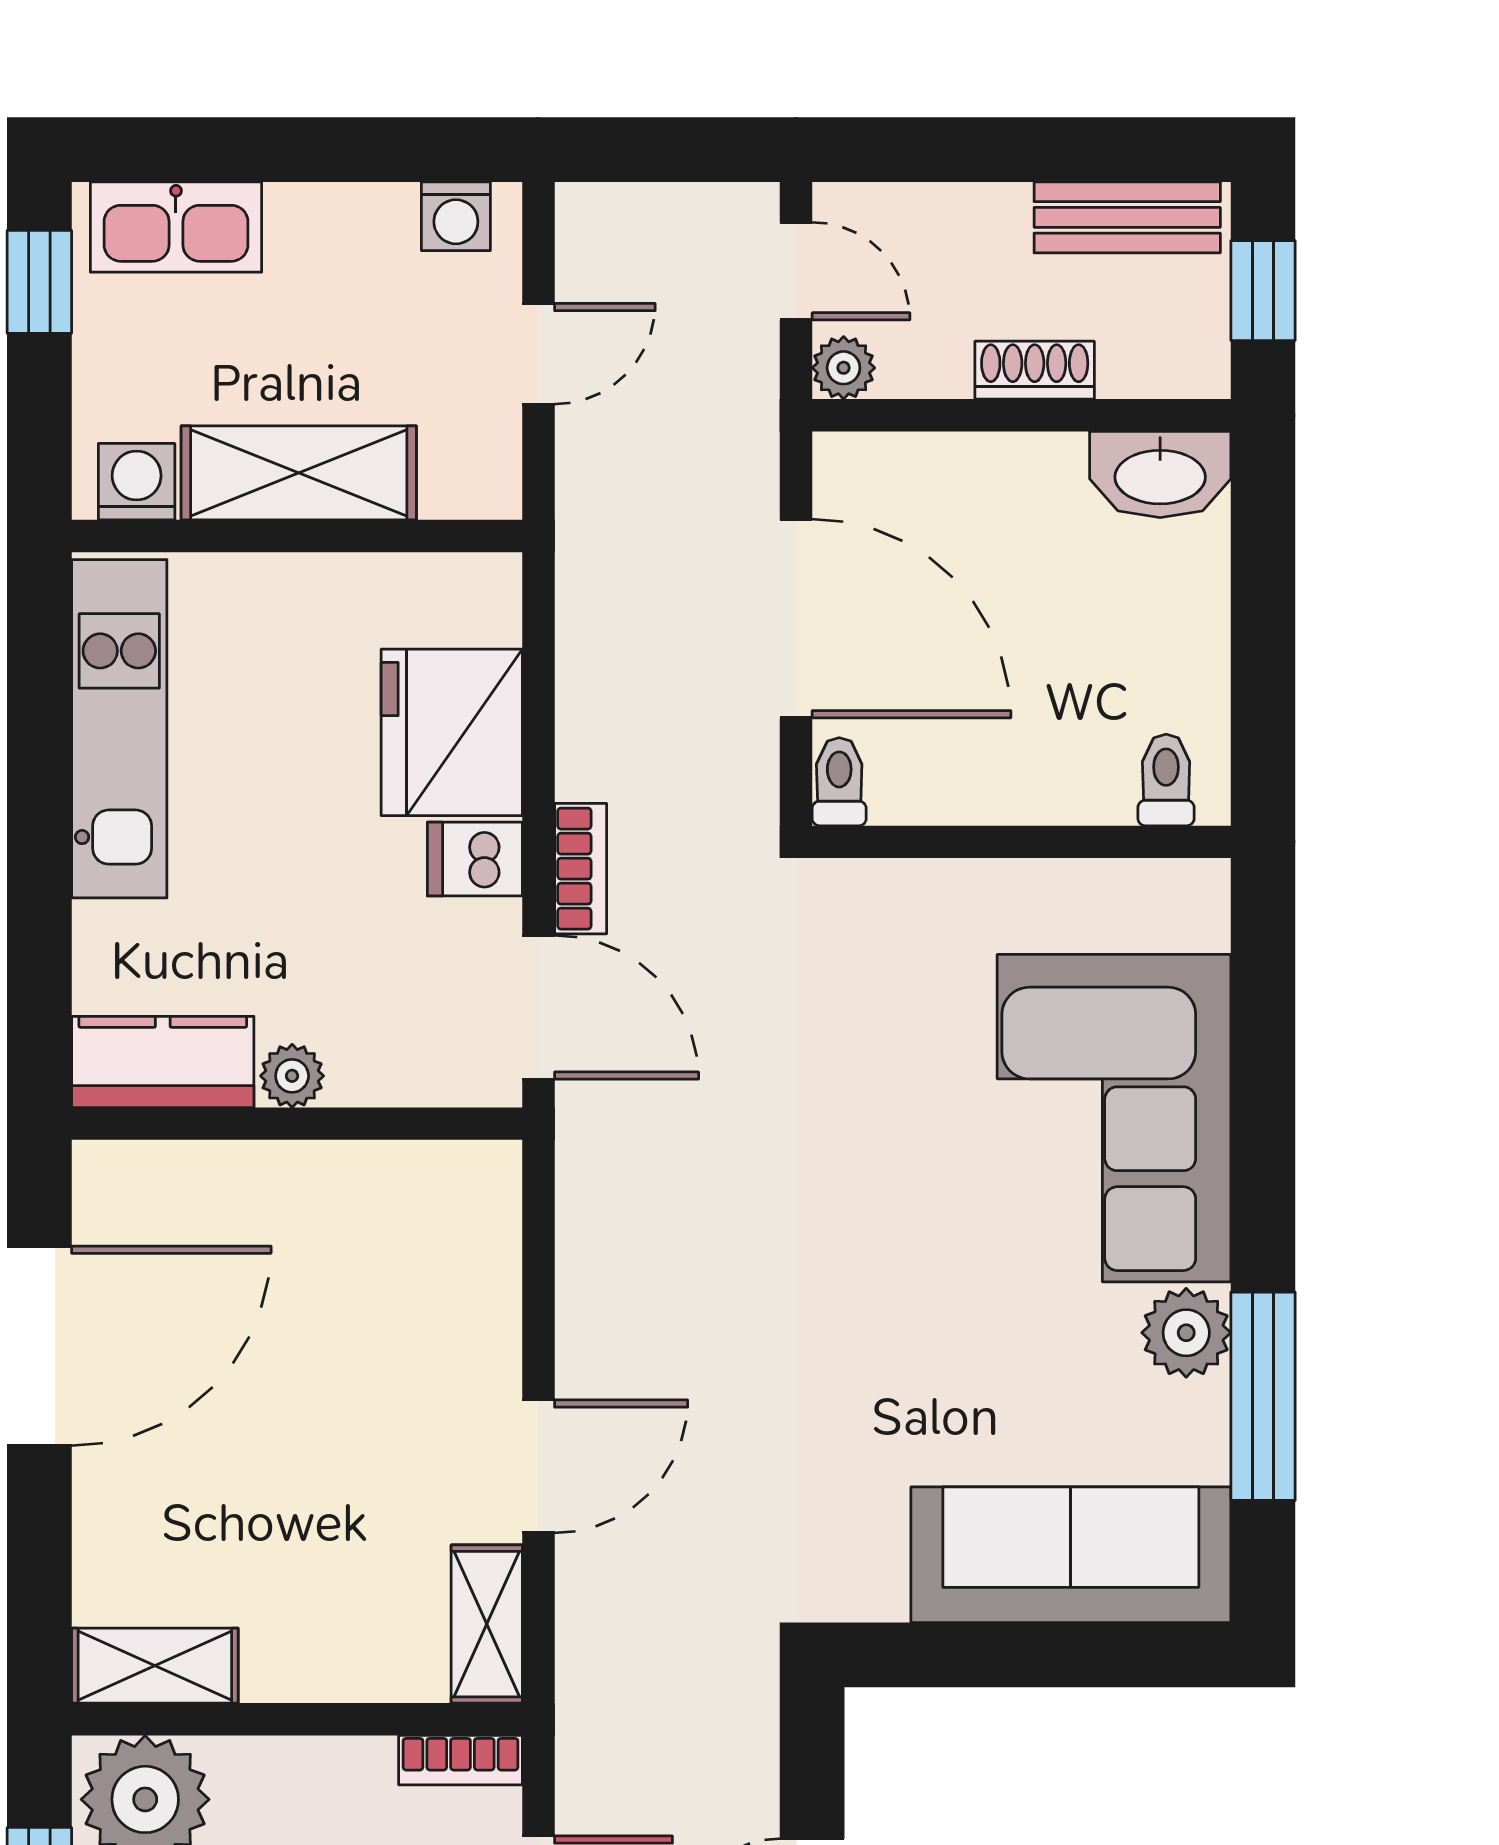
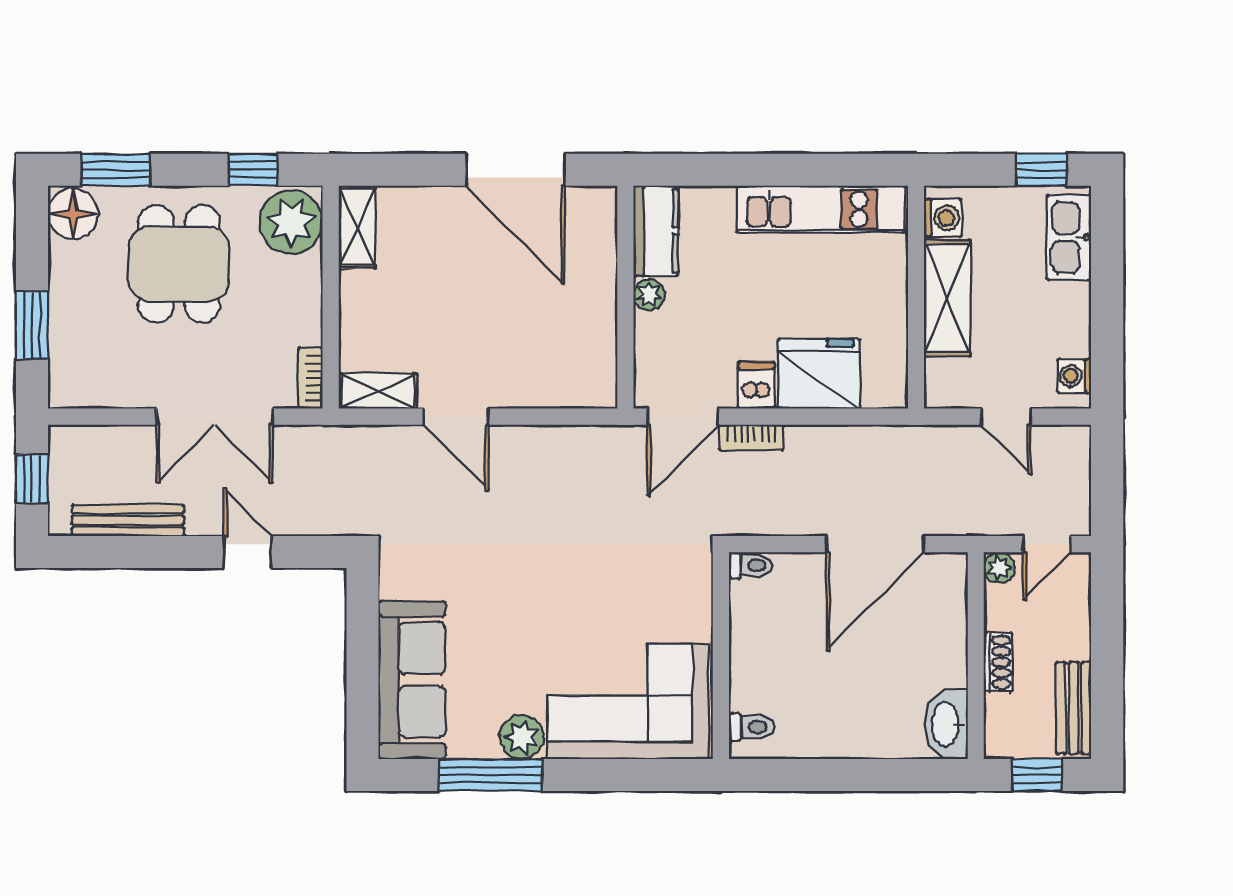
toilet: (1166, 780) -> (752, 727), moved
toilet: (839, 782) -> (751, 565), moved
wall: (1021, 842) -> (721, 656), moved

